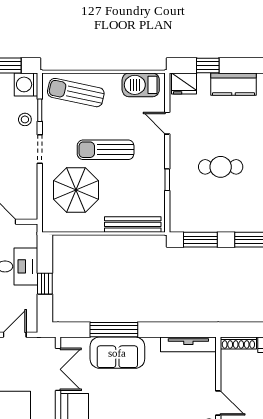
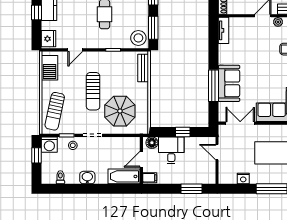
window: (208, 66) -> (37, 12), moved
stool: (185, 217) -> (138, 38), added
bench: (133, 224) -> (143, 68), width x0.73
floor lamp: (29, 238) -> (152, 143), added
tv unit: (188, 344) -> (224, 30), width x0.71

